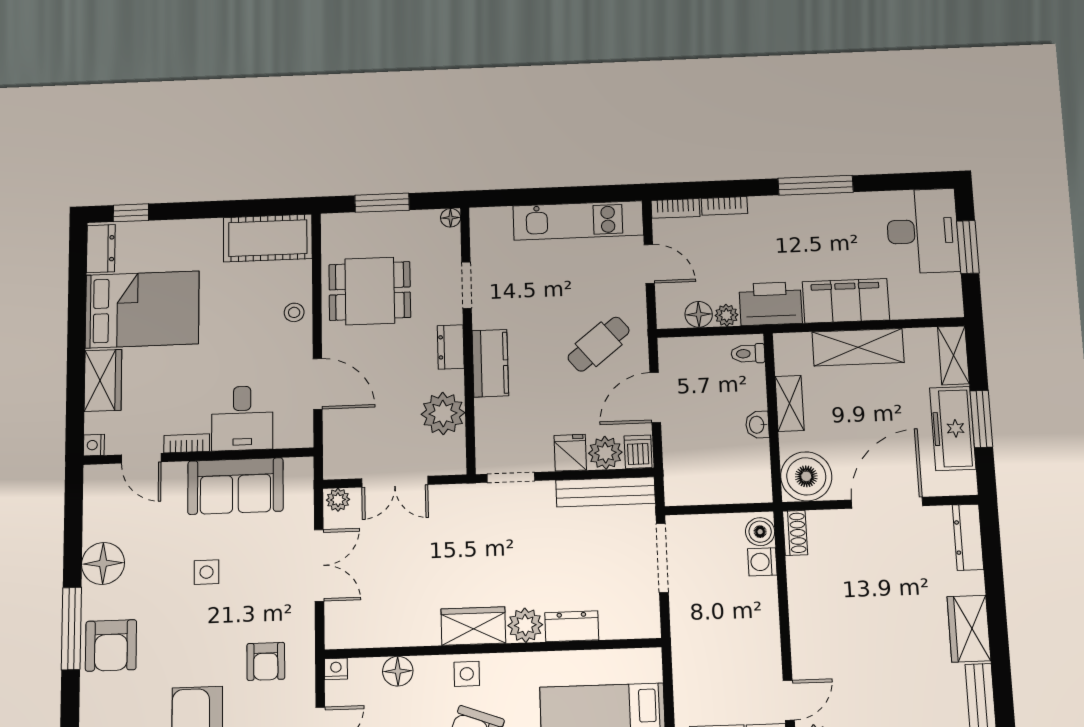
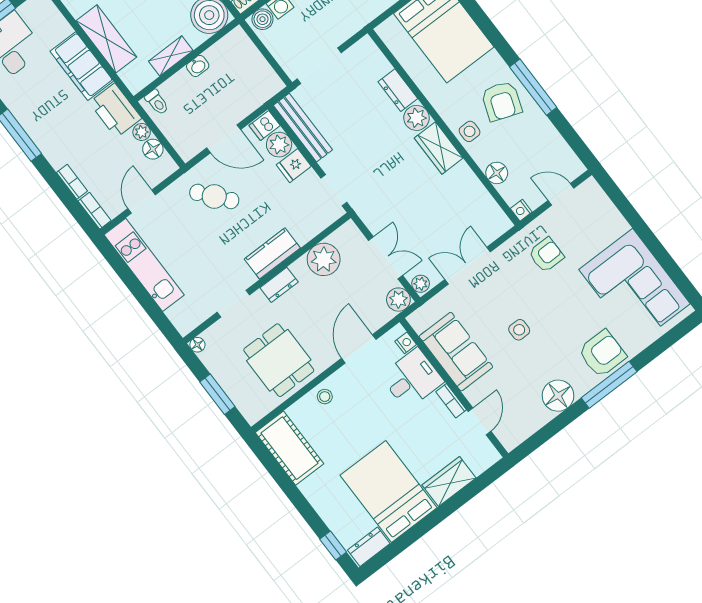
nightstand: (94, 445) -> (406, 343), moved, turned -90
plant: (339, 464) -> (398, 300), added

